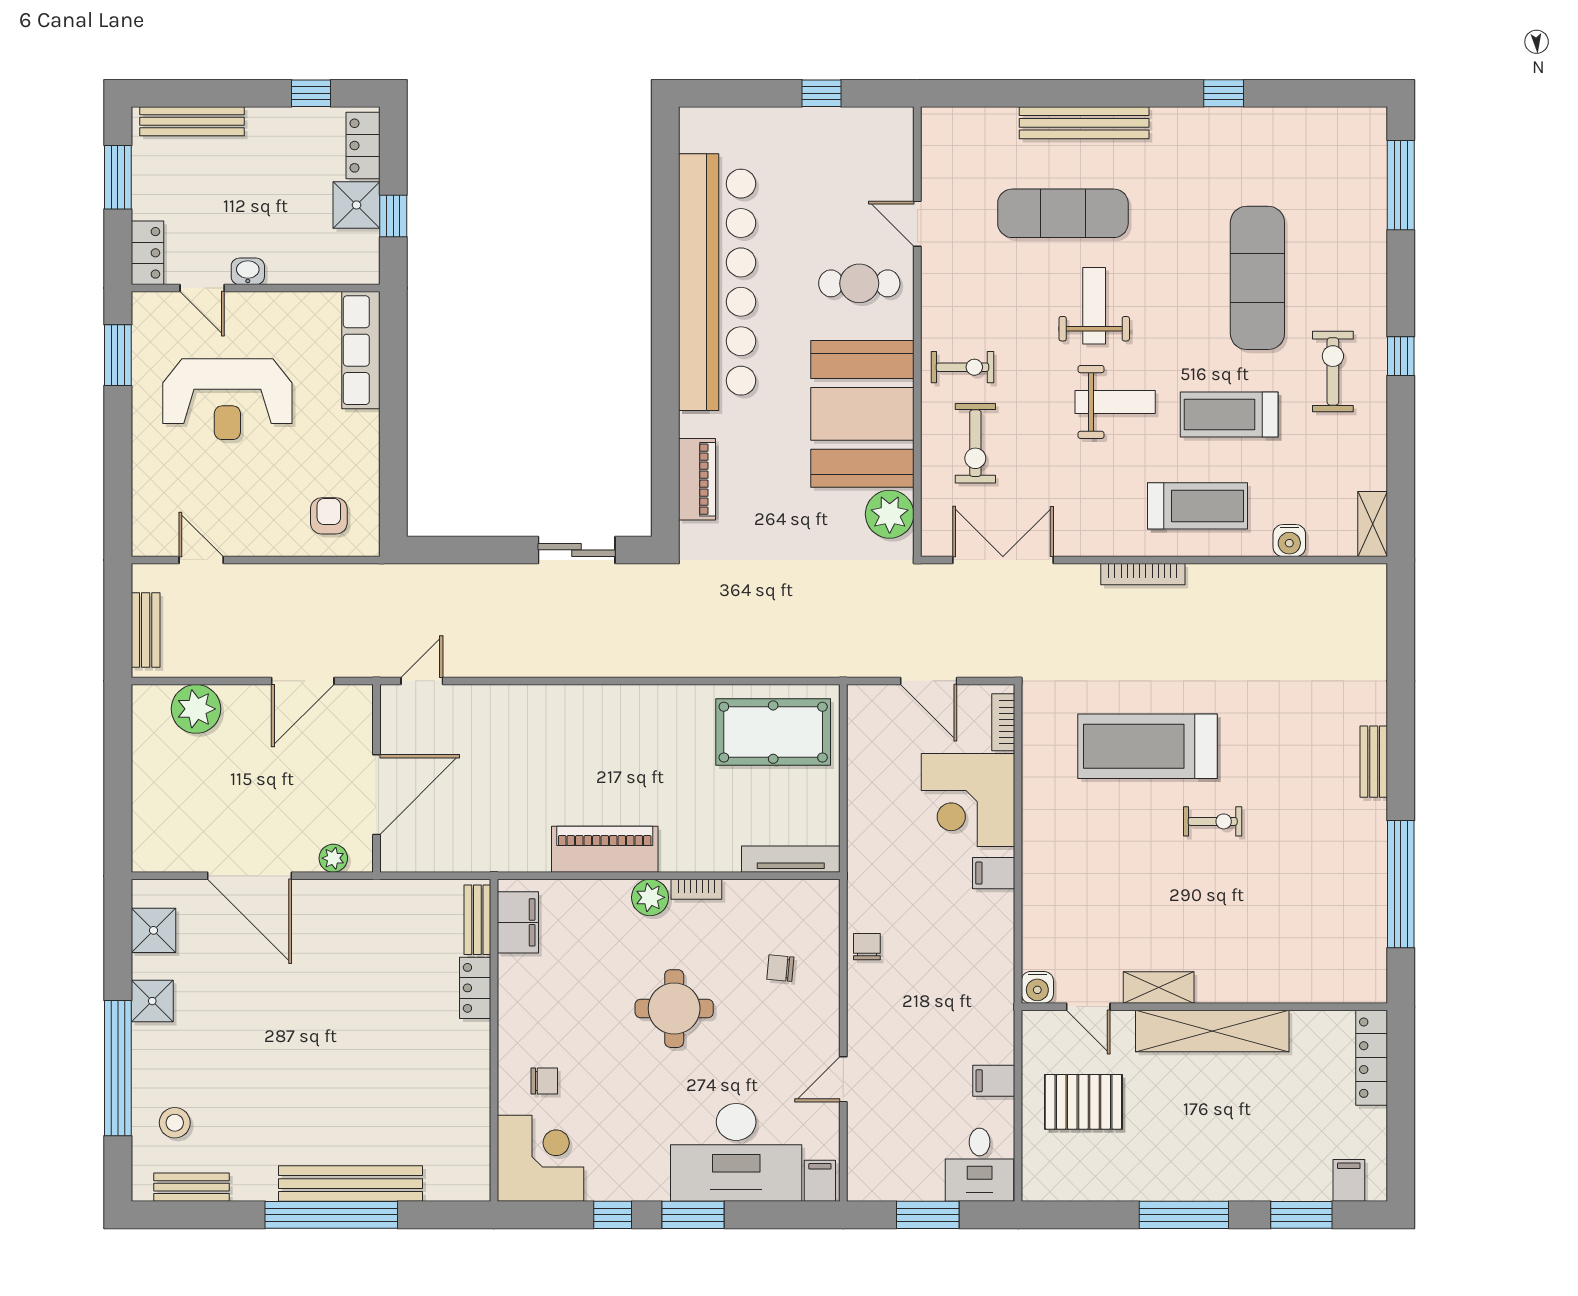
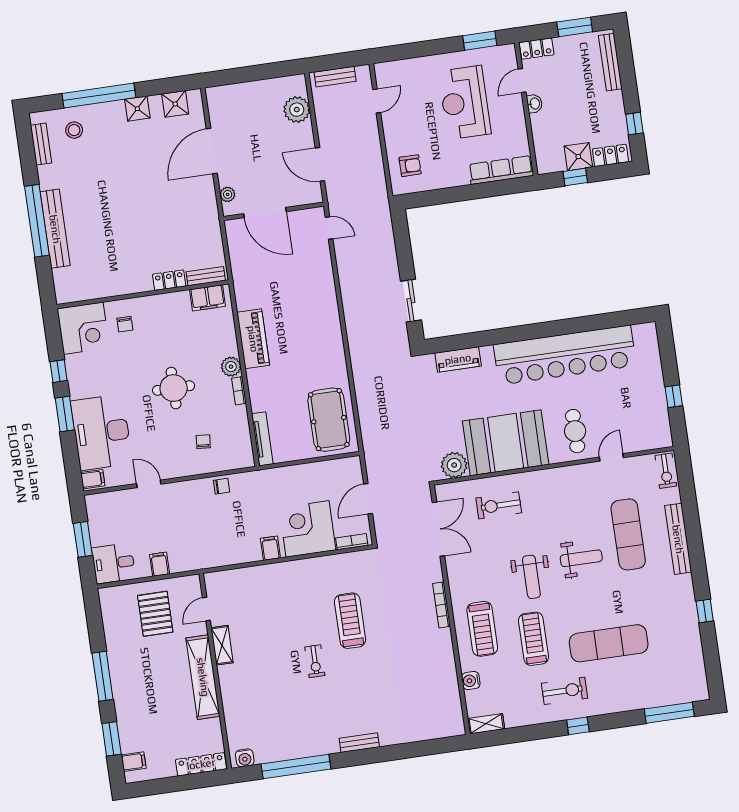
exercise bike: (962, 367) -> (666, 471), moved
treadmill: (1148, 746) -> (350, 621), width x0.73, depth x0.73
water cooler: (1037, 987) -> (245, 758), moved, turned -90

